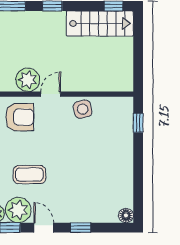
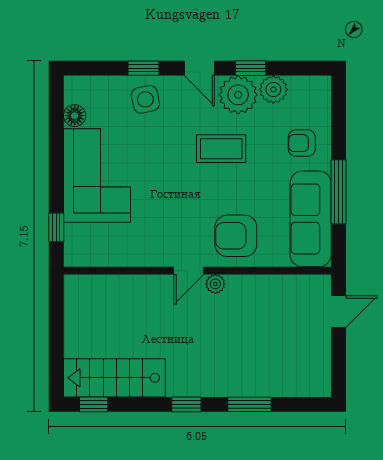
plant: (28, 80) -> (215, 284), width x0.53, depth x0.53
side table: (83, 109) -> (145, 99), moved
corner sofa: (111, 157) -> (97, 176), added
floor lamp: (126, 215) -> (75, 116), moved

